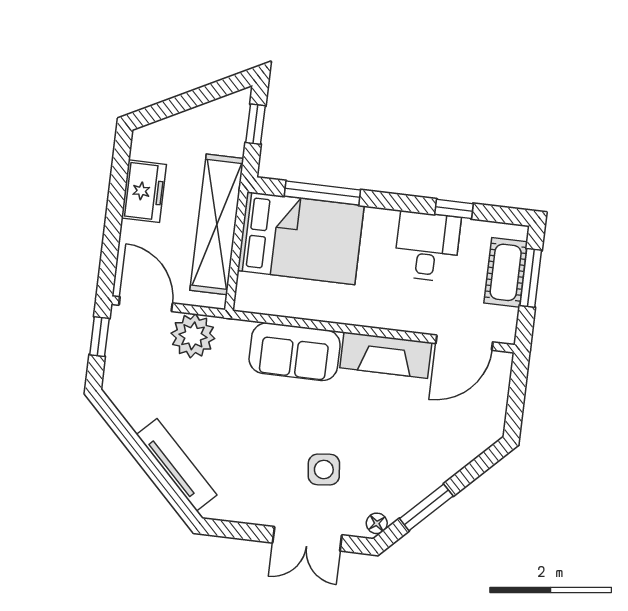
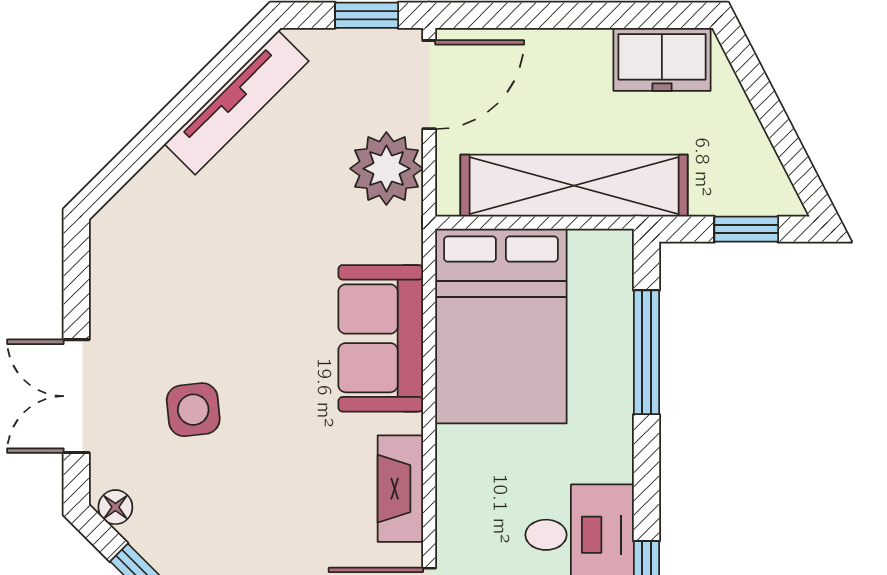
freezer: (144, 191) -> (662, 59), moved
bed: (301, 238) -> (501, 326), moved
fireplace: (386, 355) -> (400, 489), width x0.73, depth x0.76
tv unit: (177, 465) -> (237, 103), moved

